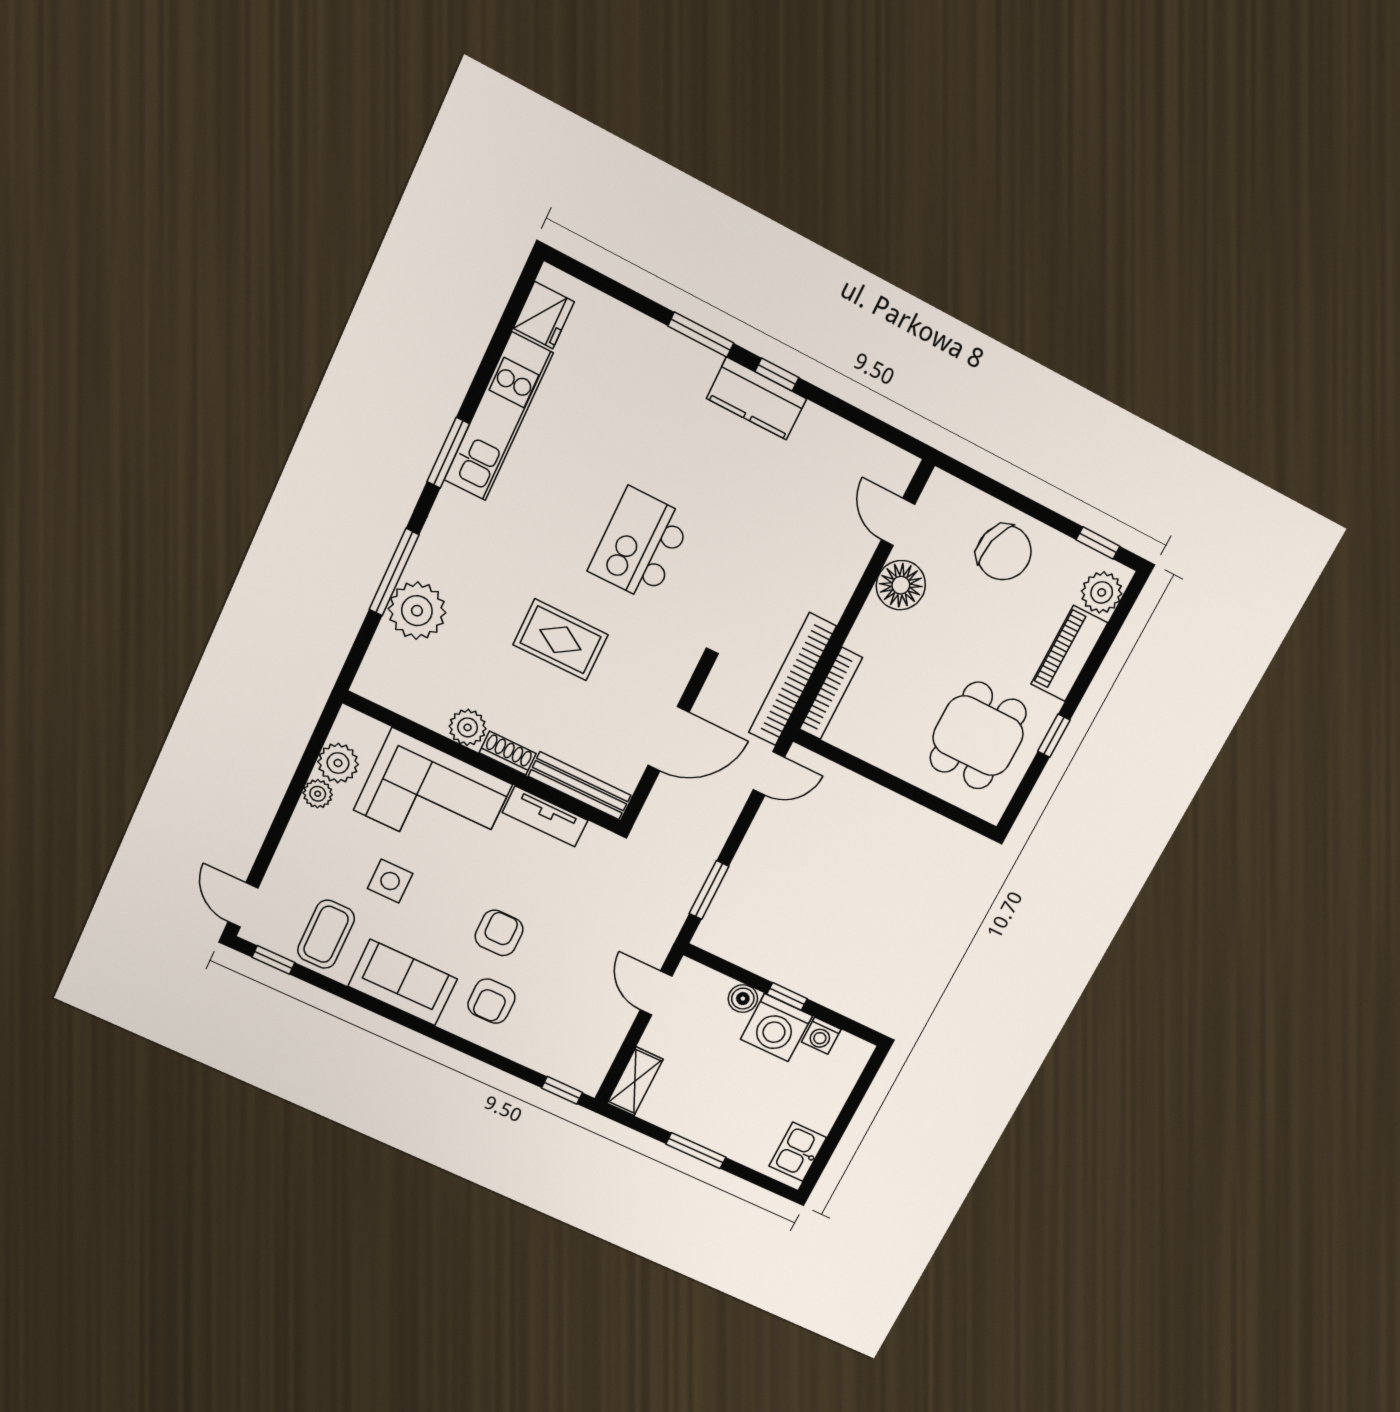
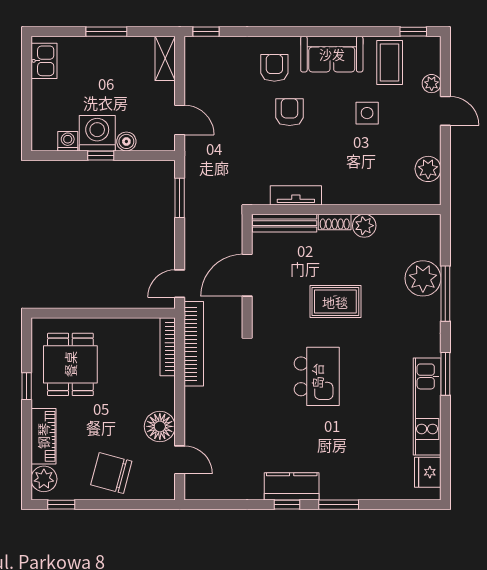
plant: (318, 794) -> (432, 84), moved
corner sofa: (433, 797) -> (365, 175), removed
door: (243, 905) -> (445, 111), moved
armchair: (499, 933) -> (290, 112), turned 180

